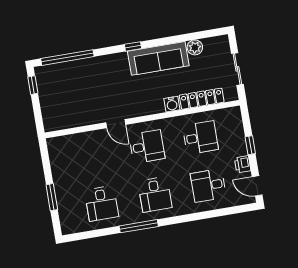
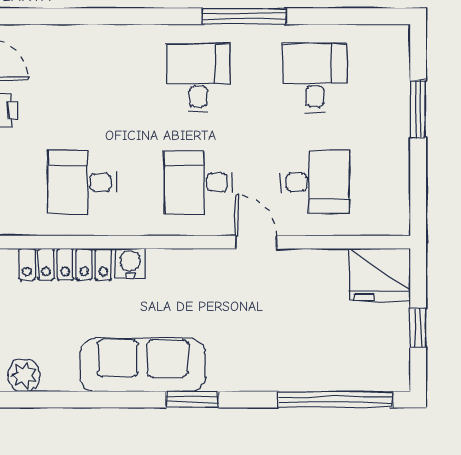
window: (133, 46) -> (192, 400), width x1.50
plant: (195, 47) -> (24, 375), moved
window: (33, 85) -> (418, 328), moved
fridge: (57, 118) -> (380, 274), added
desk: (208, 185) -> (315, 182), moved

